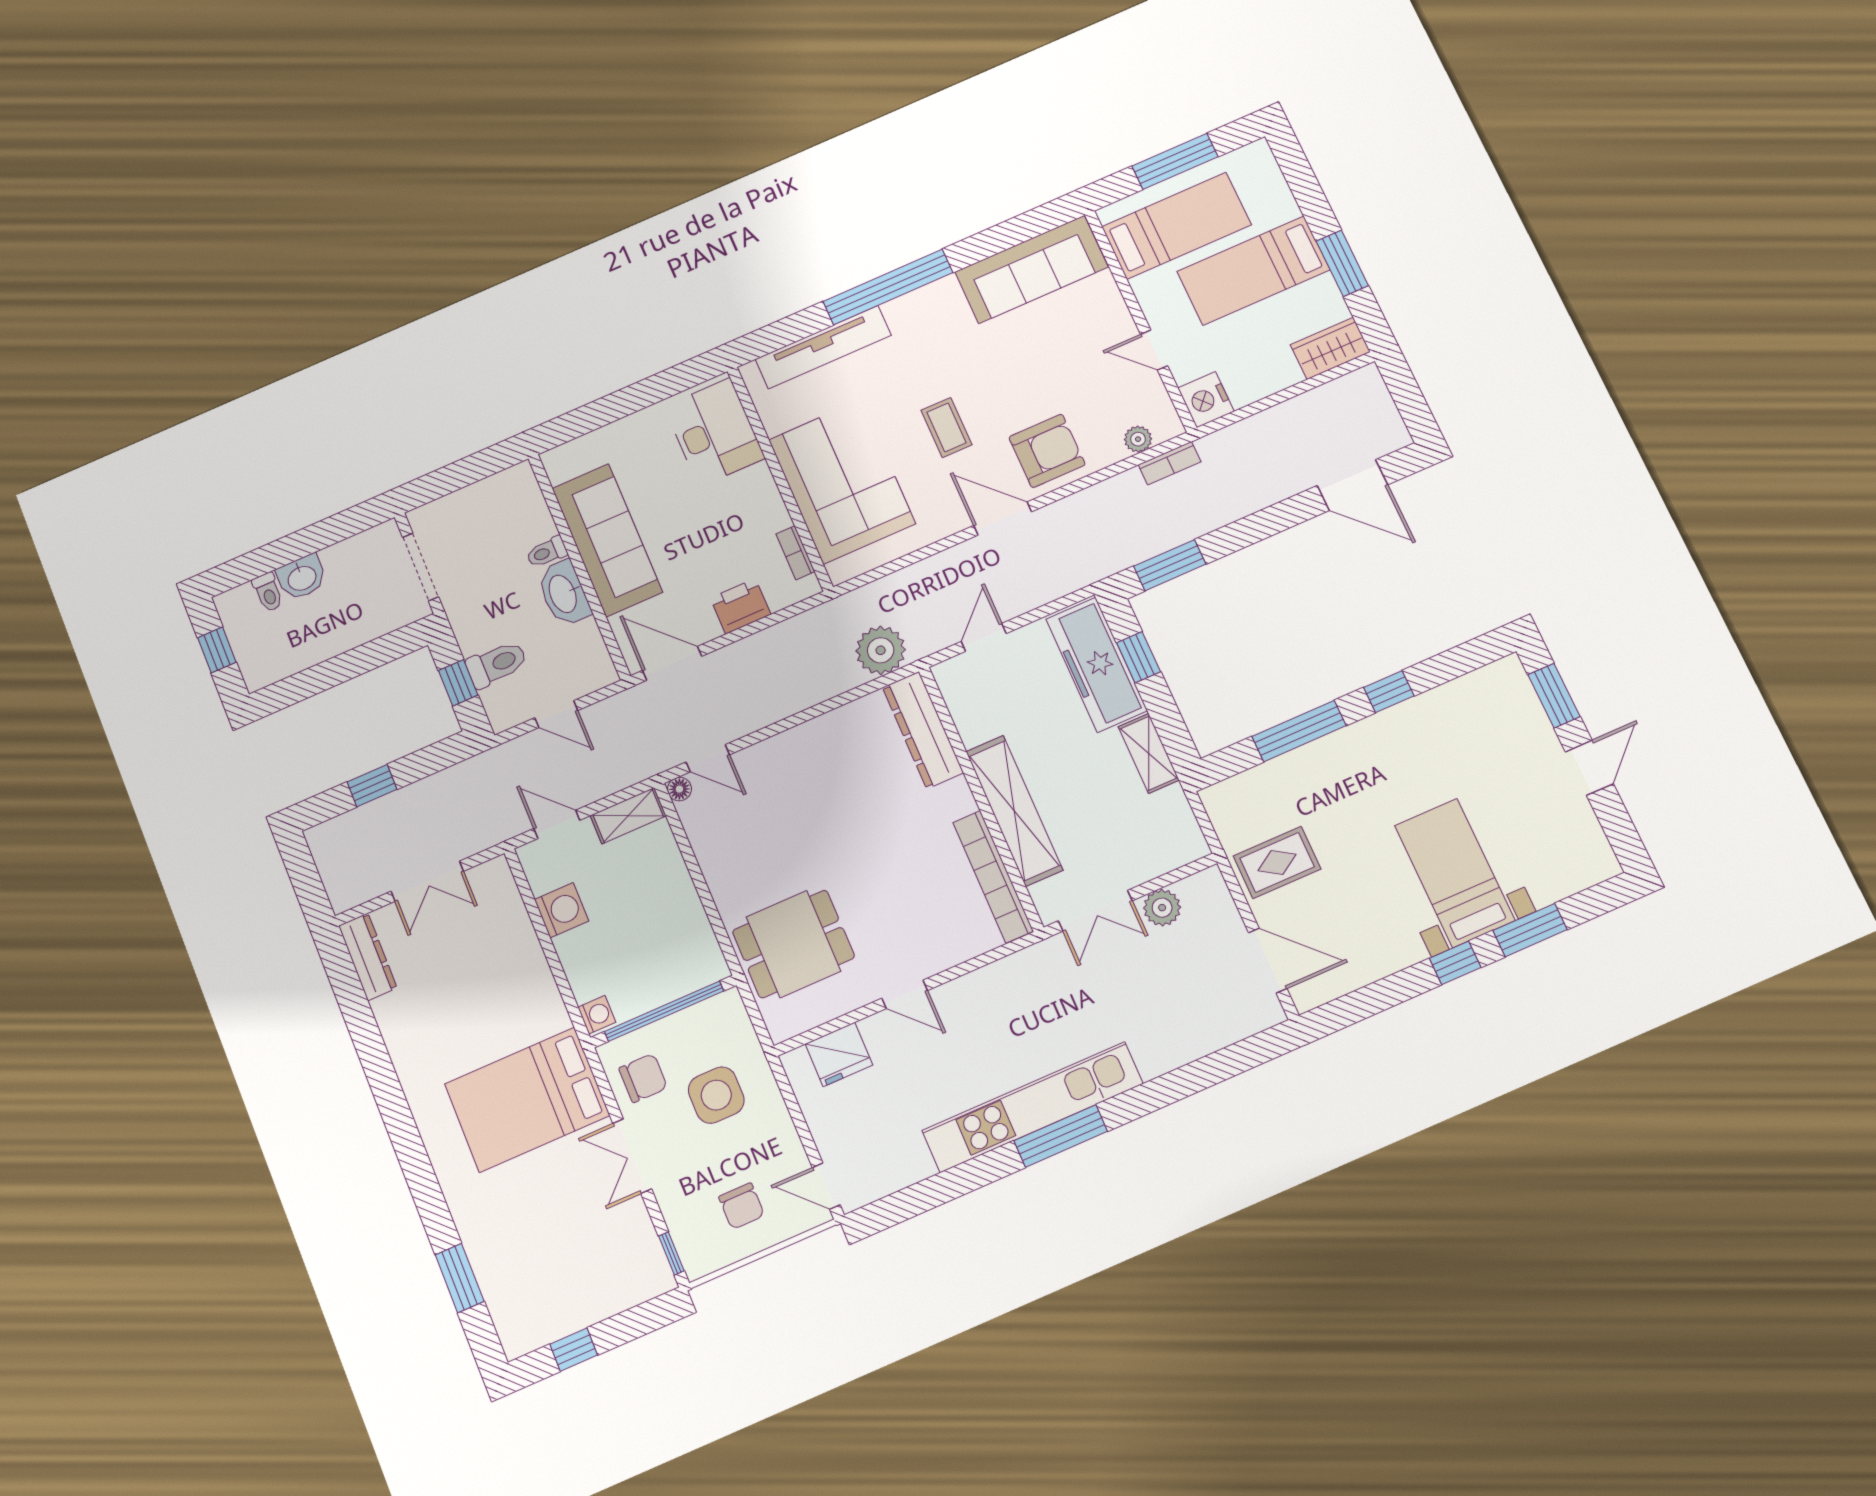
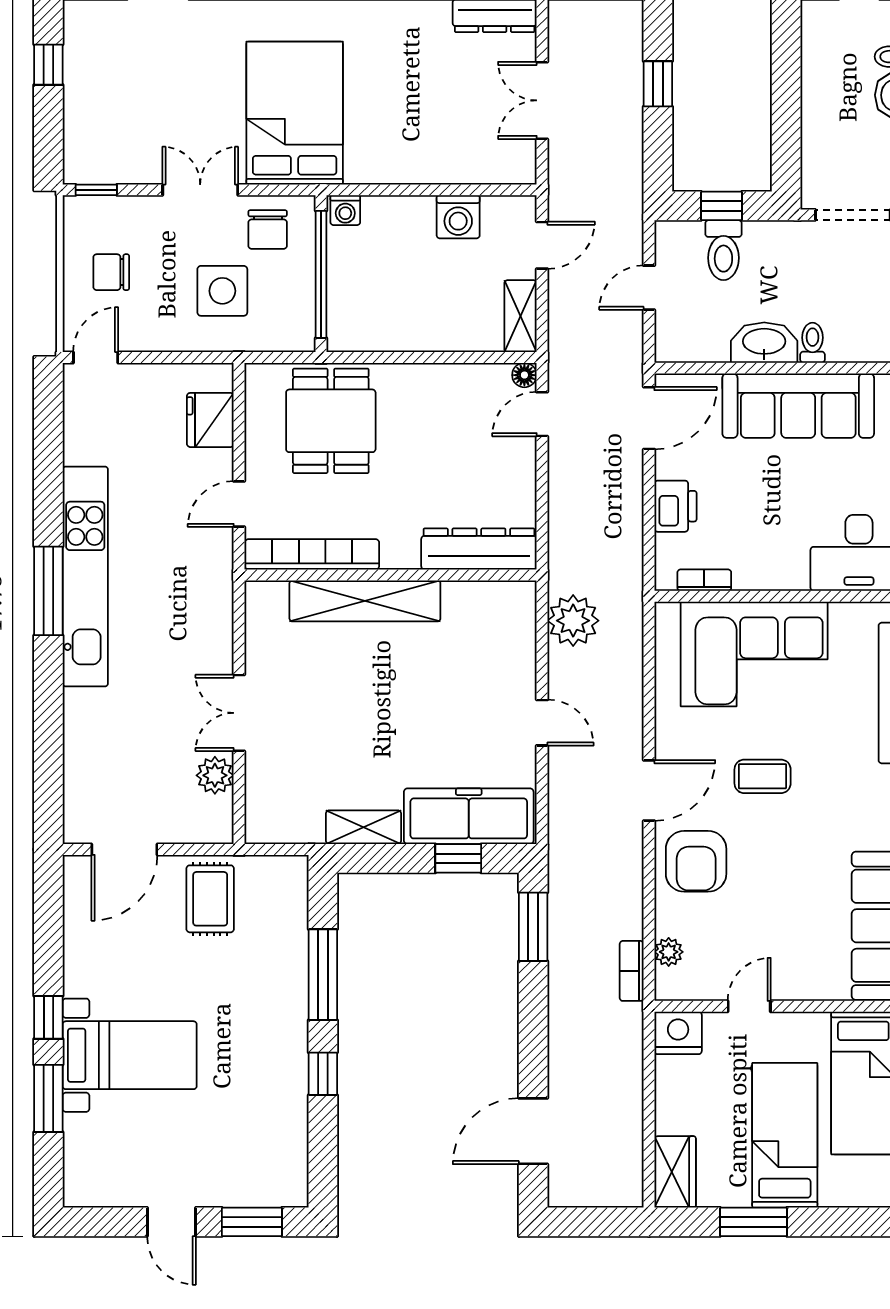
dresser: (923, 730) -> (479, 549), moved
wall: (981, 798) -> (391, 575), moved
shelving: (1014, 811) -> (365, 601), moved
bookcase: (993, 877) -> (312, 554), moved

